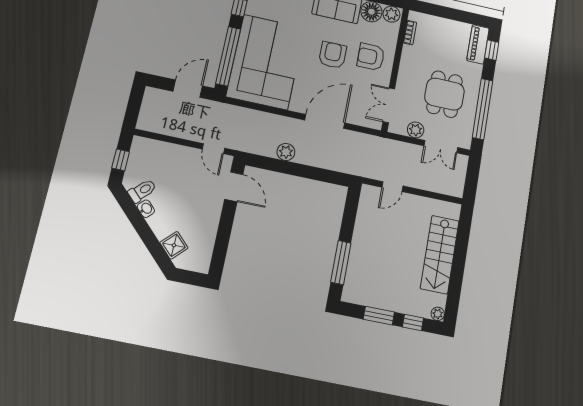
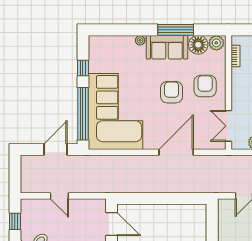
armchair: (371, 57) -> (205, 86), turned 90
door: (213, 149) -> (59, 196), moved
plant: (286, 152) -> (149, 186), removed

